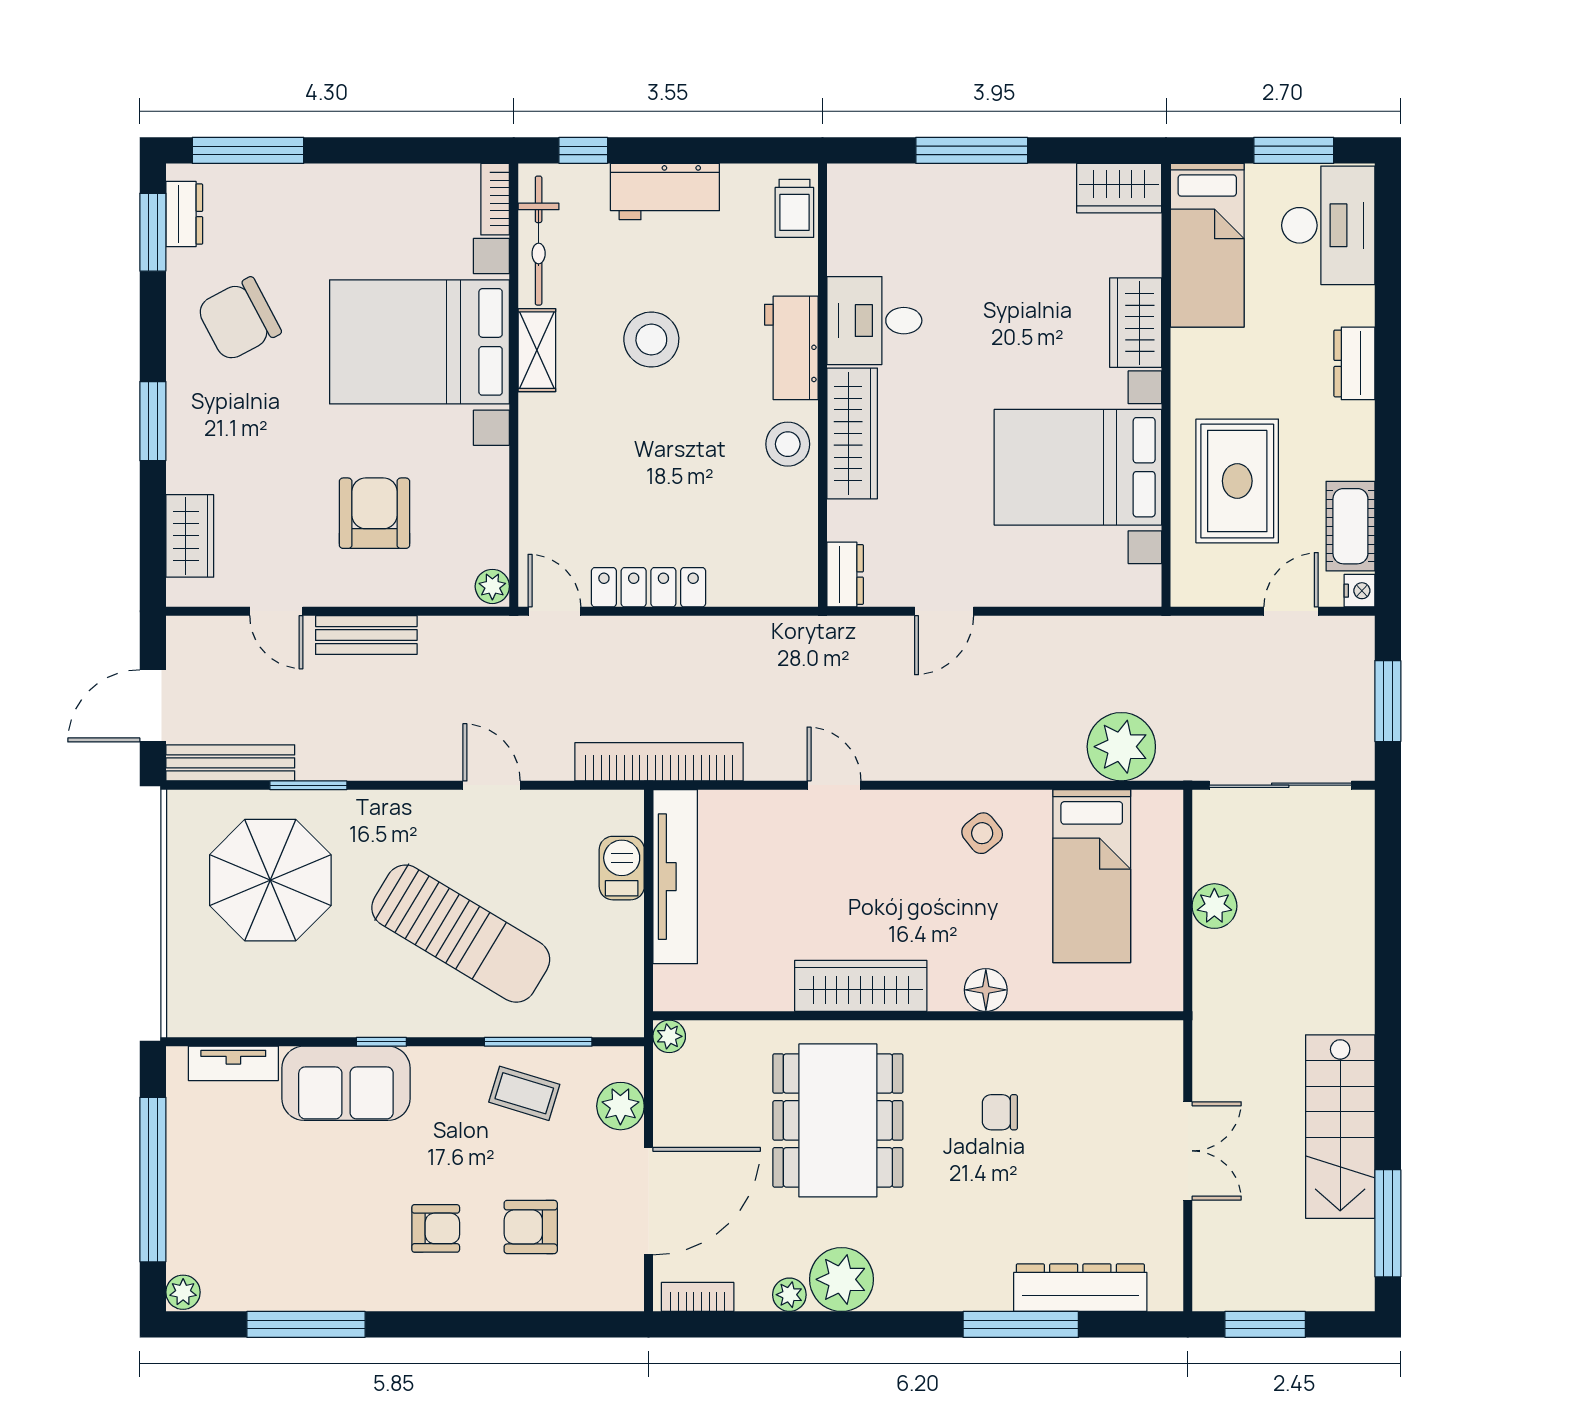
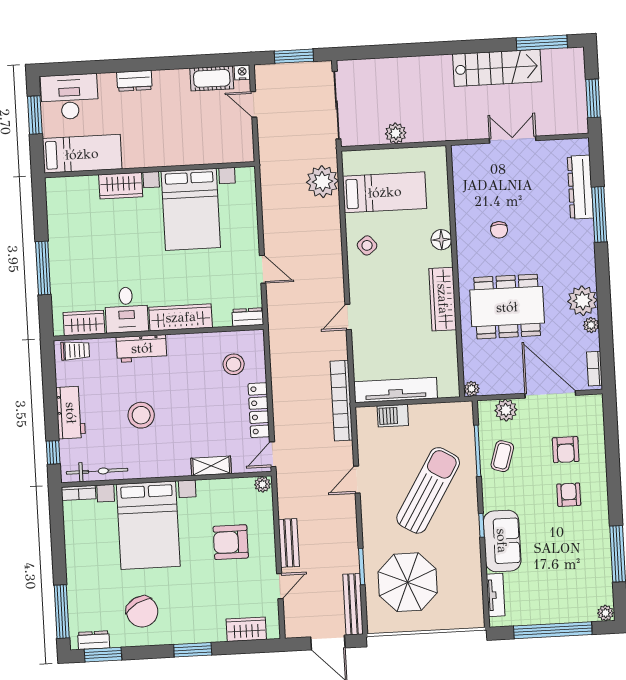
wardrobe: (1119, 188) -> (84, 323), moved, turned -90
shelving: (537, 350) -> (211, 466), moved
stool: (788, 444) -> (234, 364), moved
rug: (1237, 481) -> (193, 133), removed

